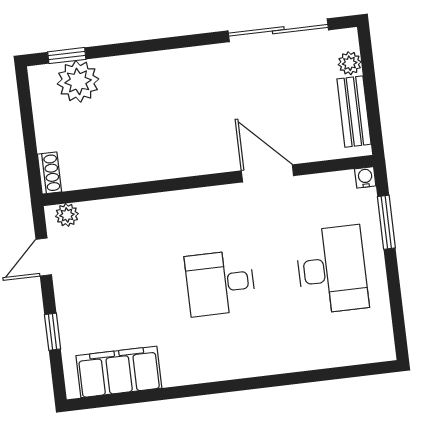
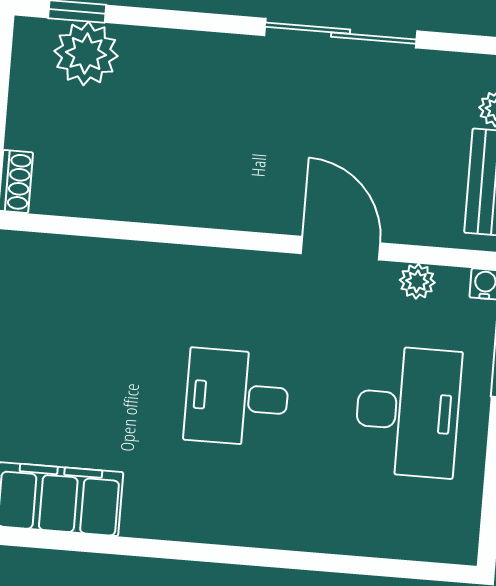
sliding door: (278, 30) -> (341, 33), moved
plant: (67, 215) -> (417, 281), moved

